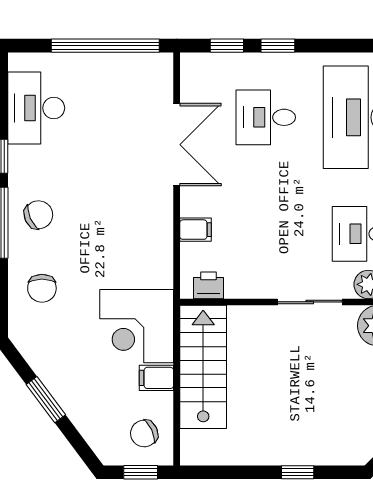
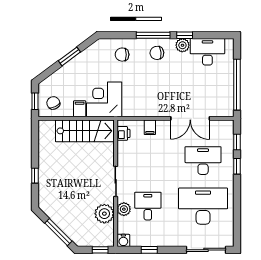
desk: (266, 117) -> (203, 161), width x1.37
plant: (22, 161) -> (182, 45), added
chair: (38, 215) -> (157, 53), turned 108

